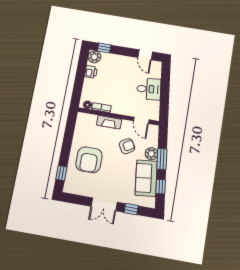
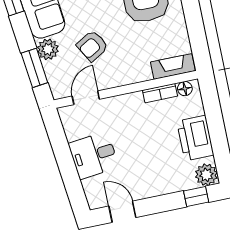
printer: (91, 72) -> (195, 138), width x1.87, depth x1.48
door: (141, 120) -> (86, 98), hinge flipped
fireplace: (109, 122) -> (173, 66), moved
window: (162, 159) -> (34, 68), moved

